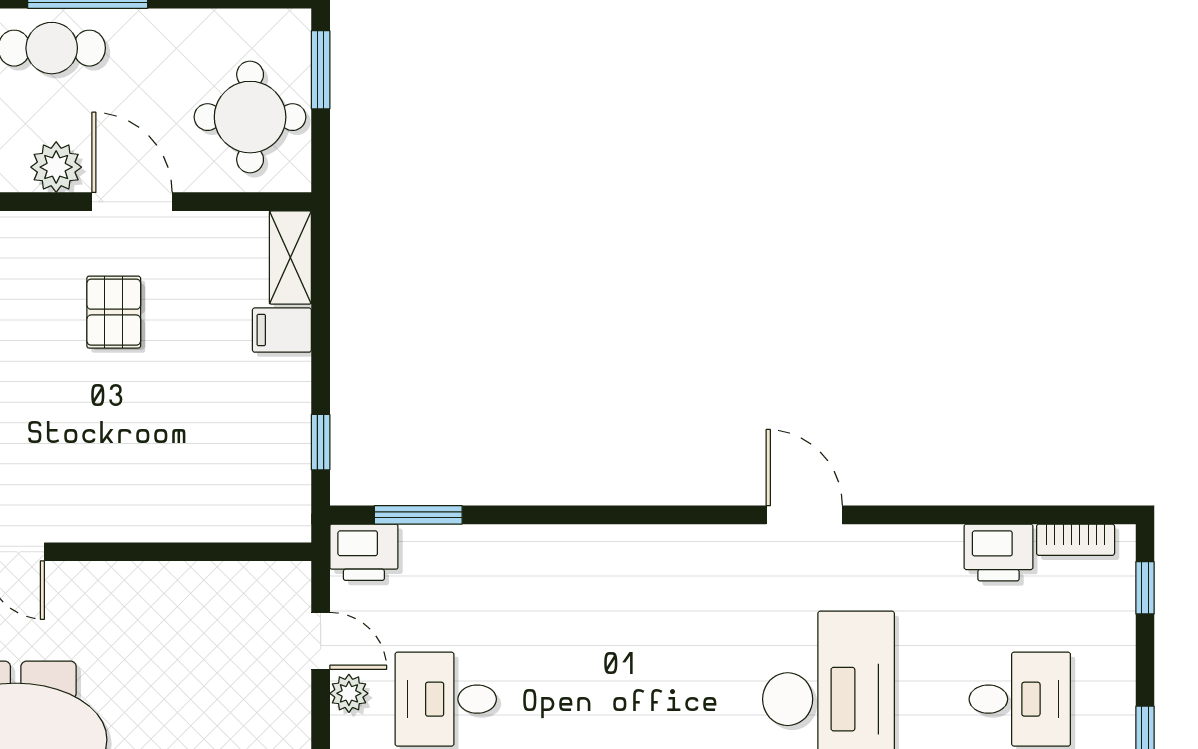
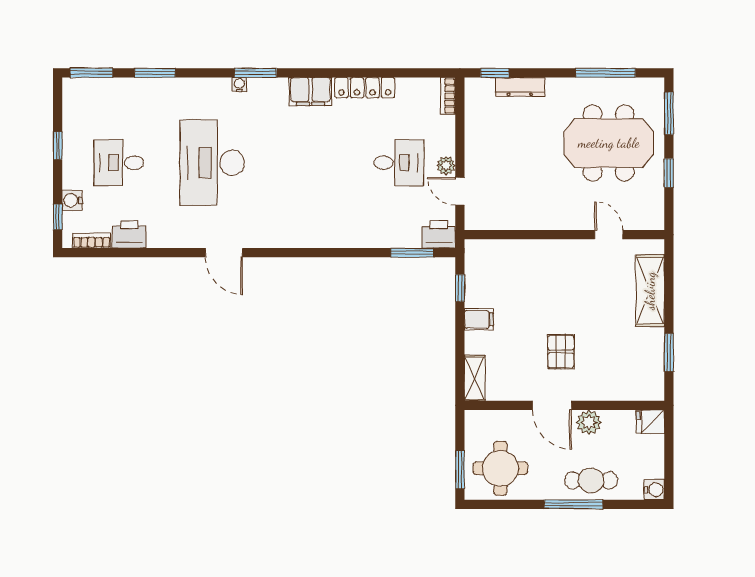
round table: (250, 117) -> (500, 468), moved
filing cabinet: (282, 330) -> (479, 319), moved
water cooler: (1115, 622) -> (72, 200), added

